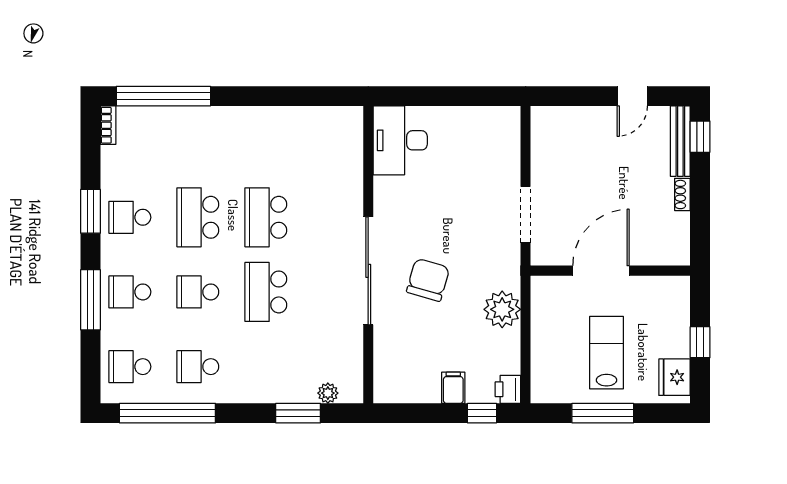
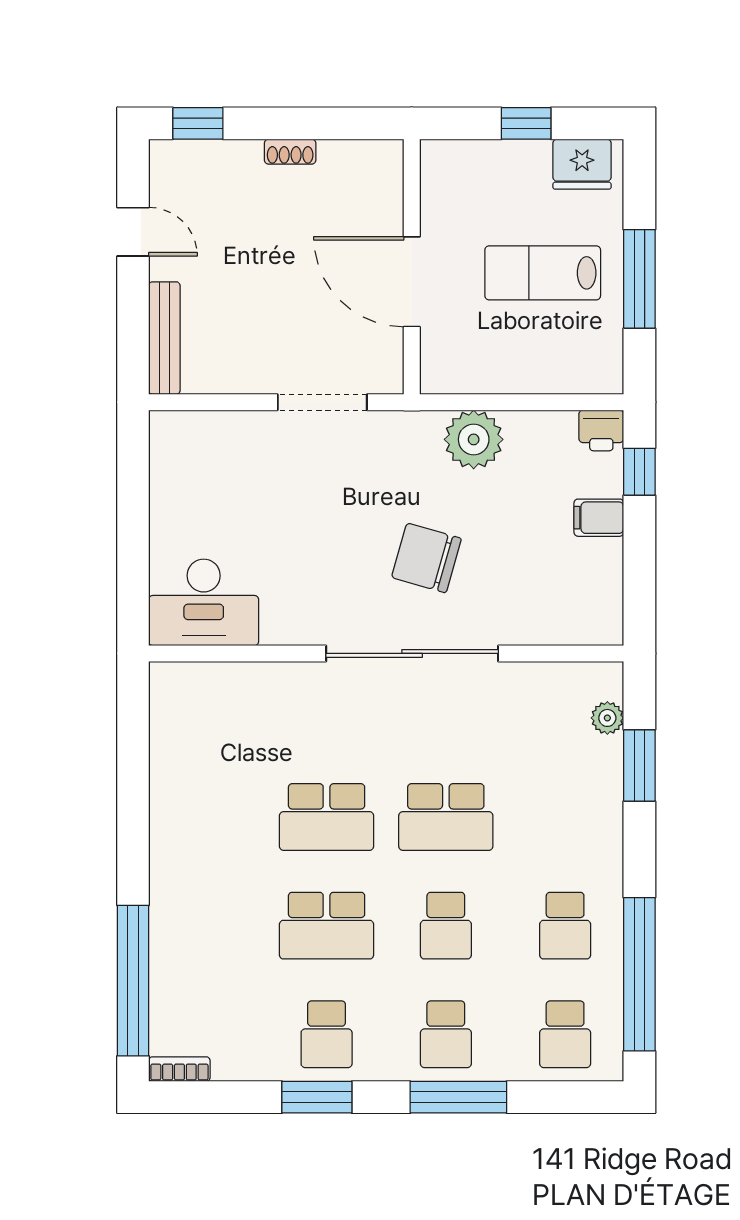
bench: (680, 141) -> (164, 338), moved, turned 90

